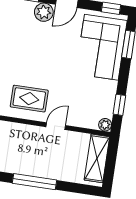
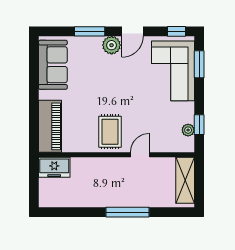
rug: (29, 99) -> (110, 132), turned 90
plant: (105, 125) -> (188, 130), moved

